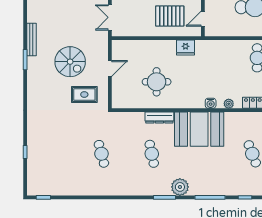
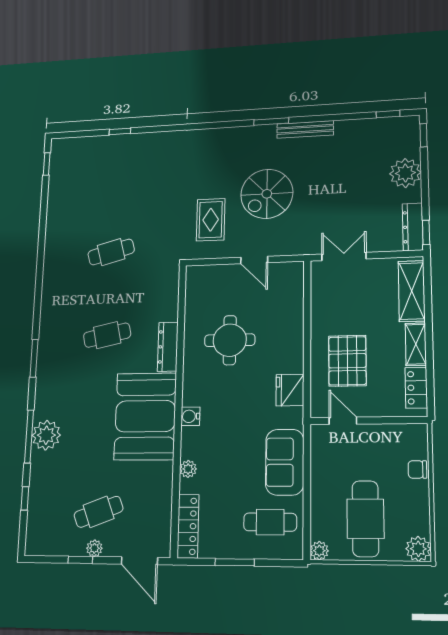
sofa: (225, 50) -> (285, 462), added
water cooler: (211, 103) -> (190, 416), moved
plant: (180, 187) -> (46, 435), moved

